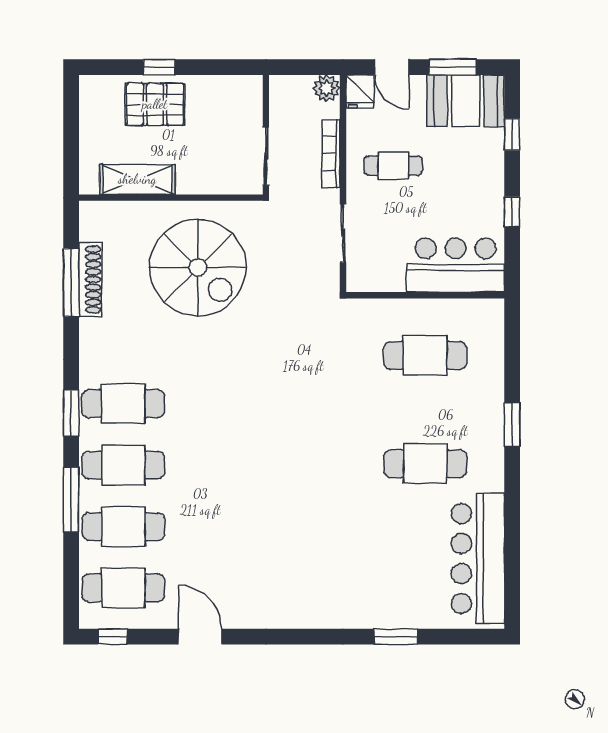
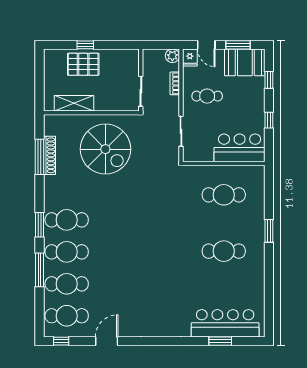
bookcase: (331, 154) -> (175, 83), width x0.64
bar counter: (478, 558) -> (225, 323), moved, turned 90
door: (200, 637) -> (107, 341), hinge flipped
window: (396, 637) -> (220, 341), moved

